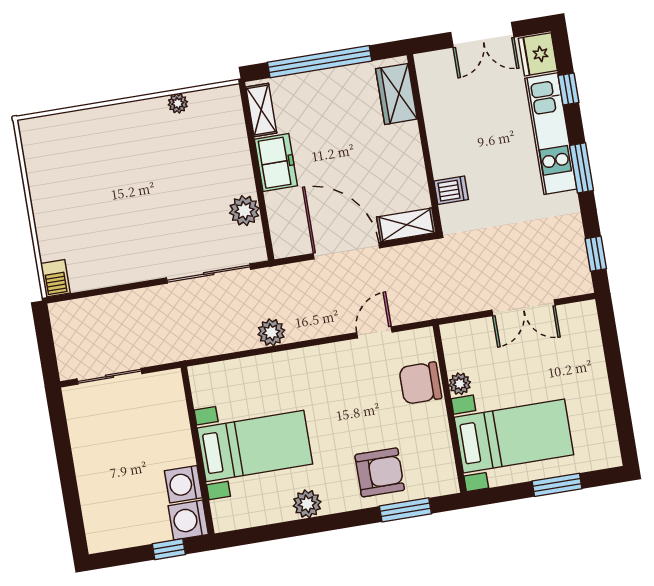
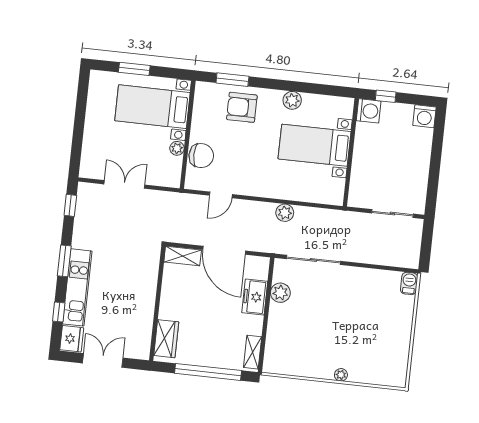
plant: (178, 103) -> (341, 375), moved
freezer: (276, 163) -> (255, 297), moved
dishwasher: (451, 190) -> (149, 270), removed
washing machine: (183, 484) -> (424, 116), moved, turned 90

